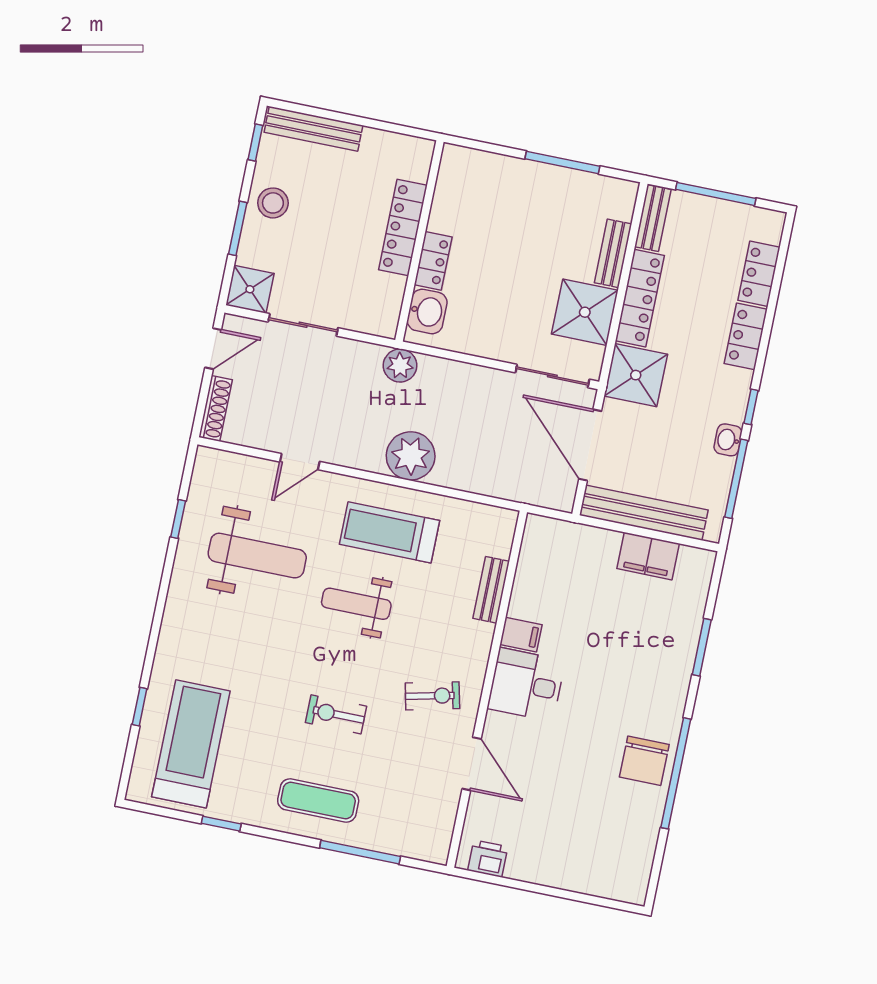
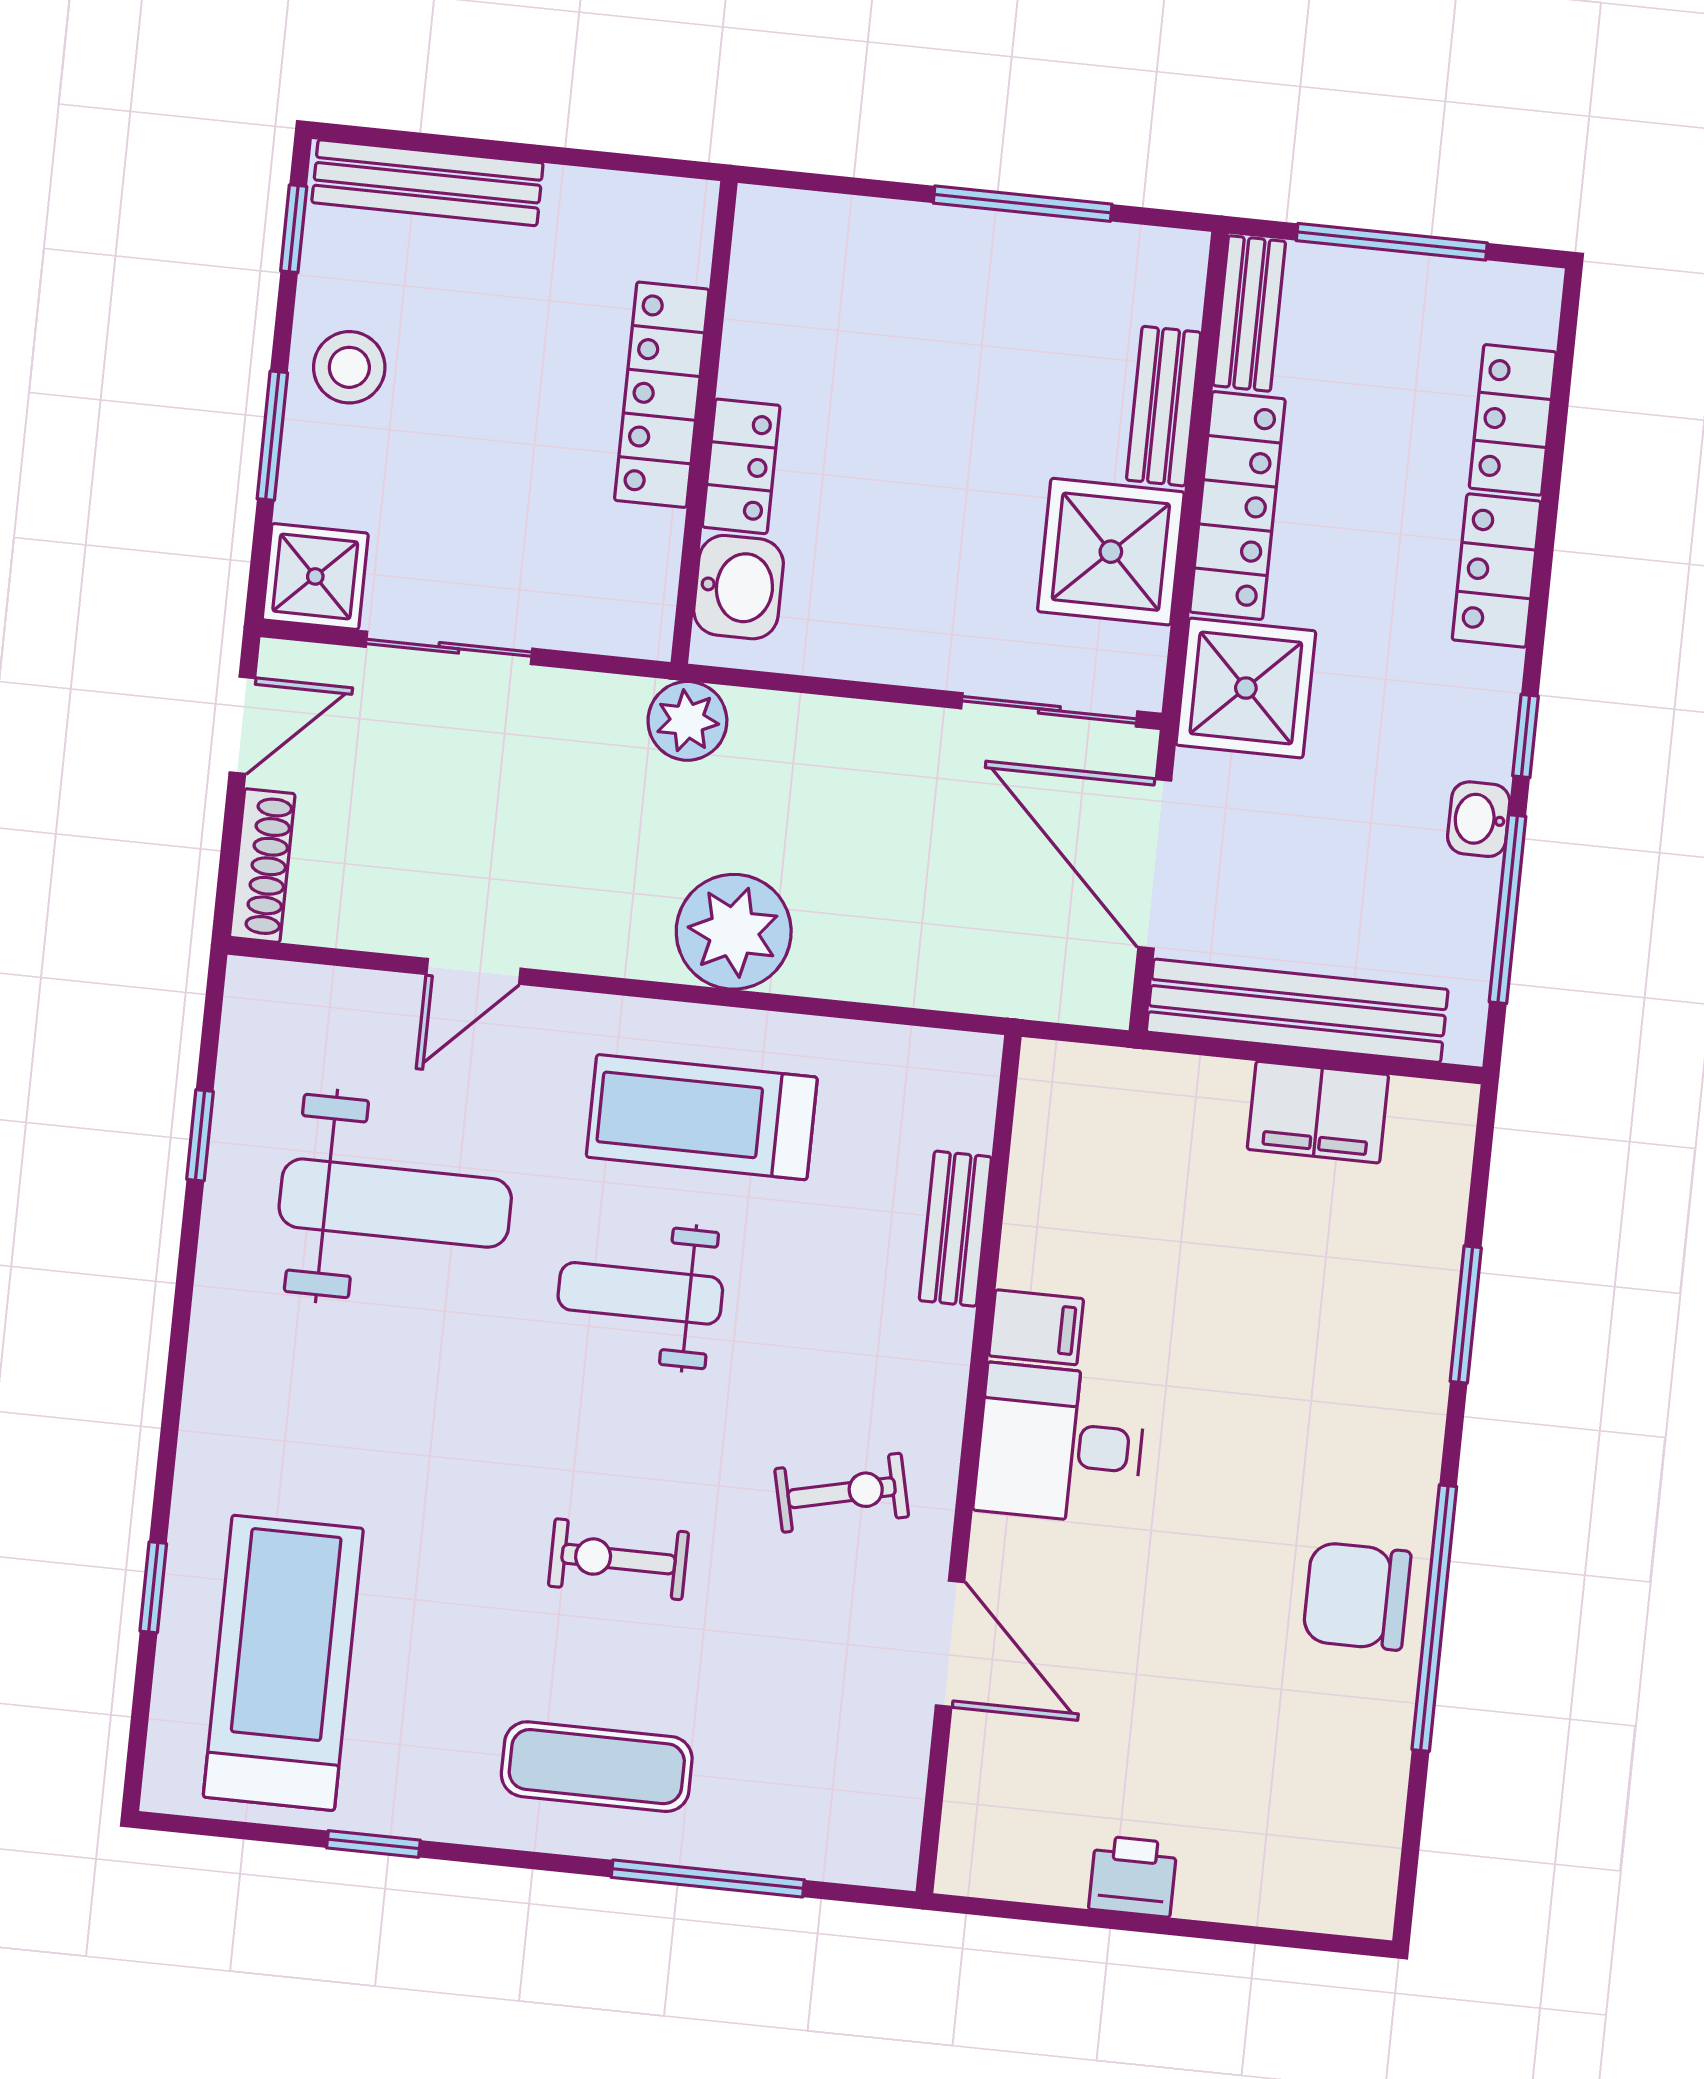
chair: (644, 761) -> (1357, 1596), turned 90
printer: (488, 859) -> (1133, 1876), moved

